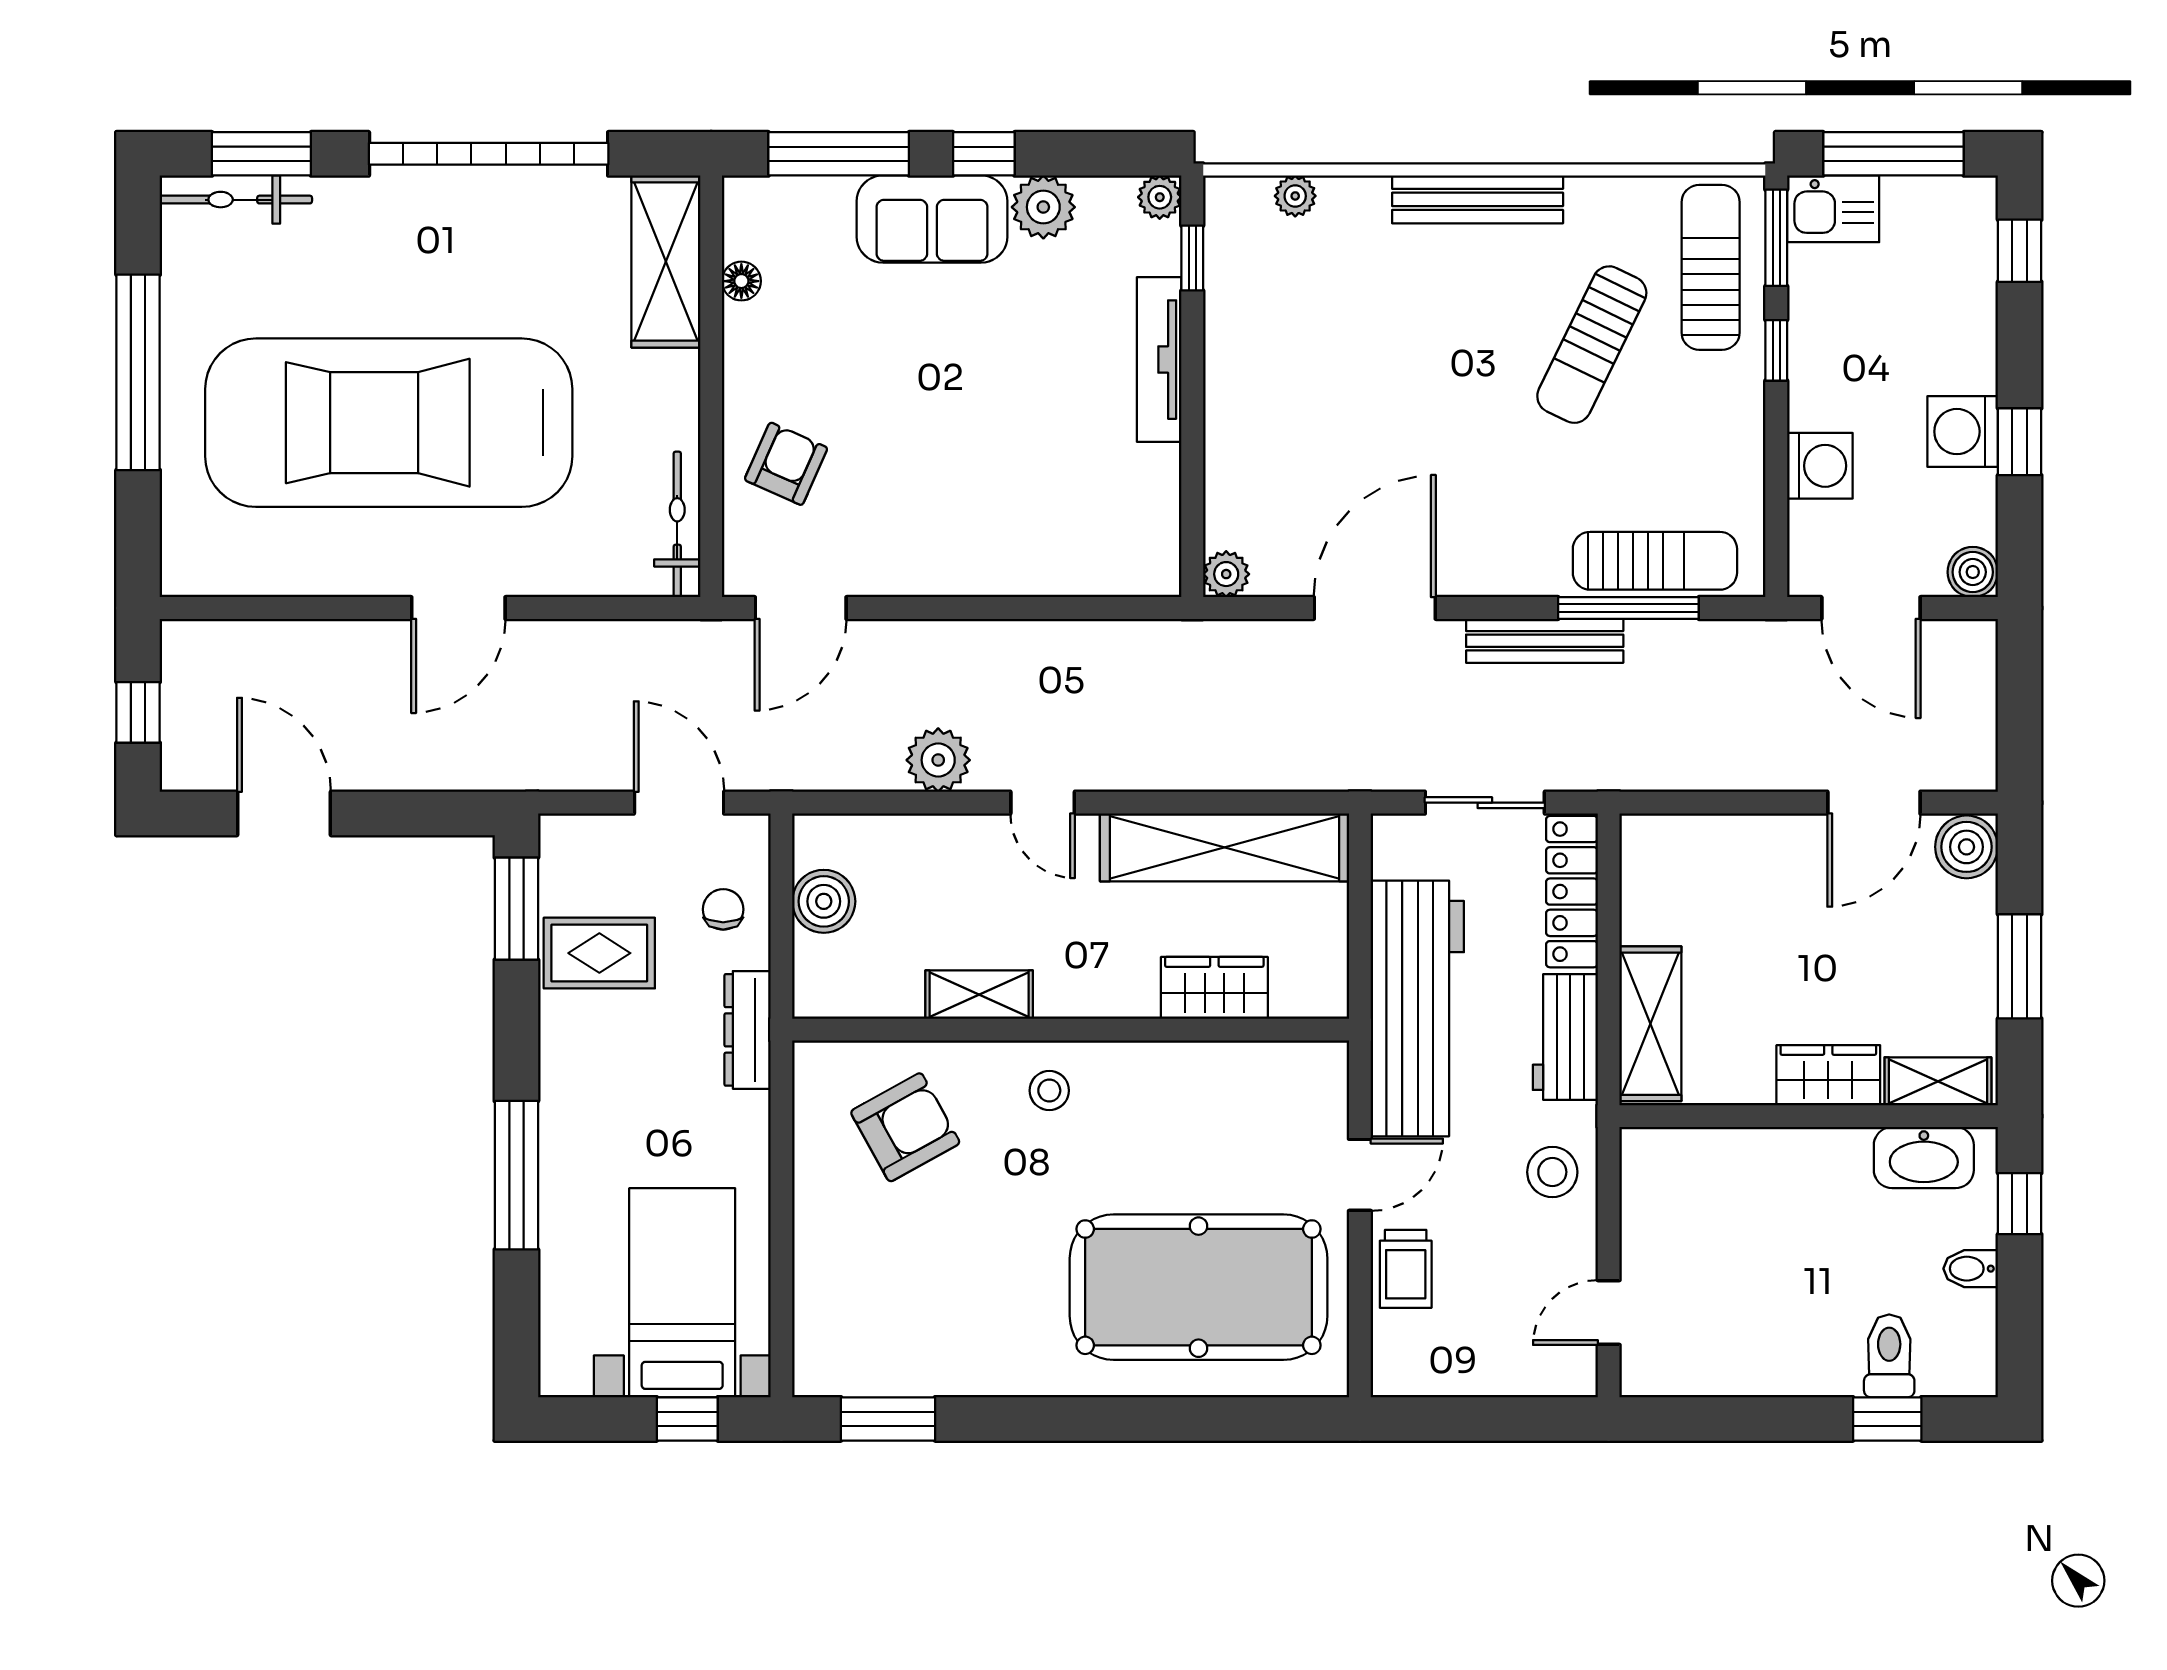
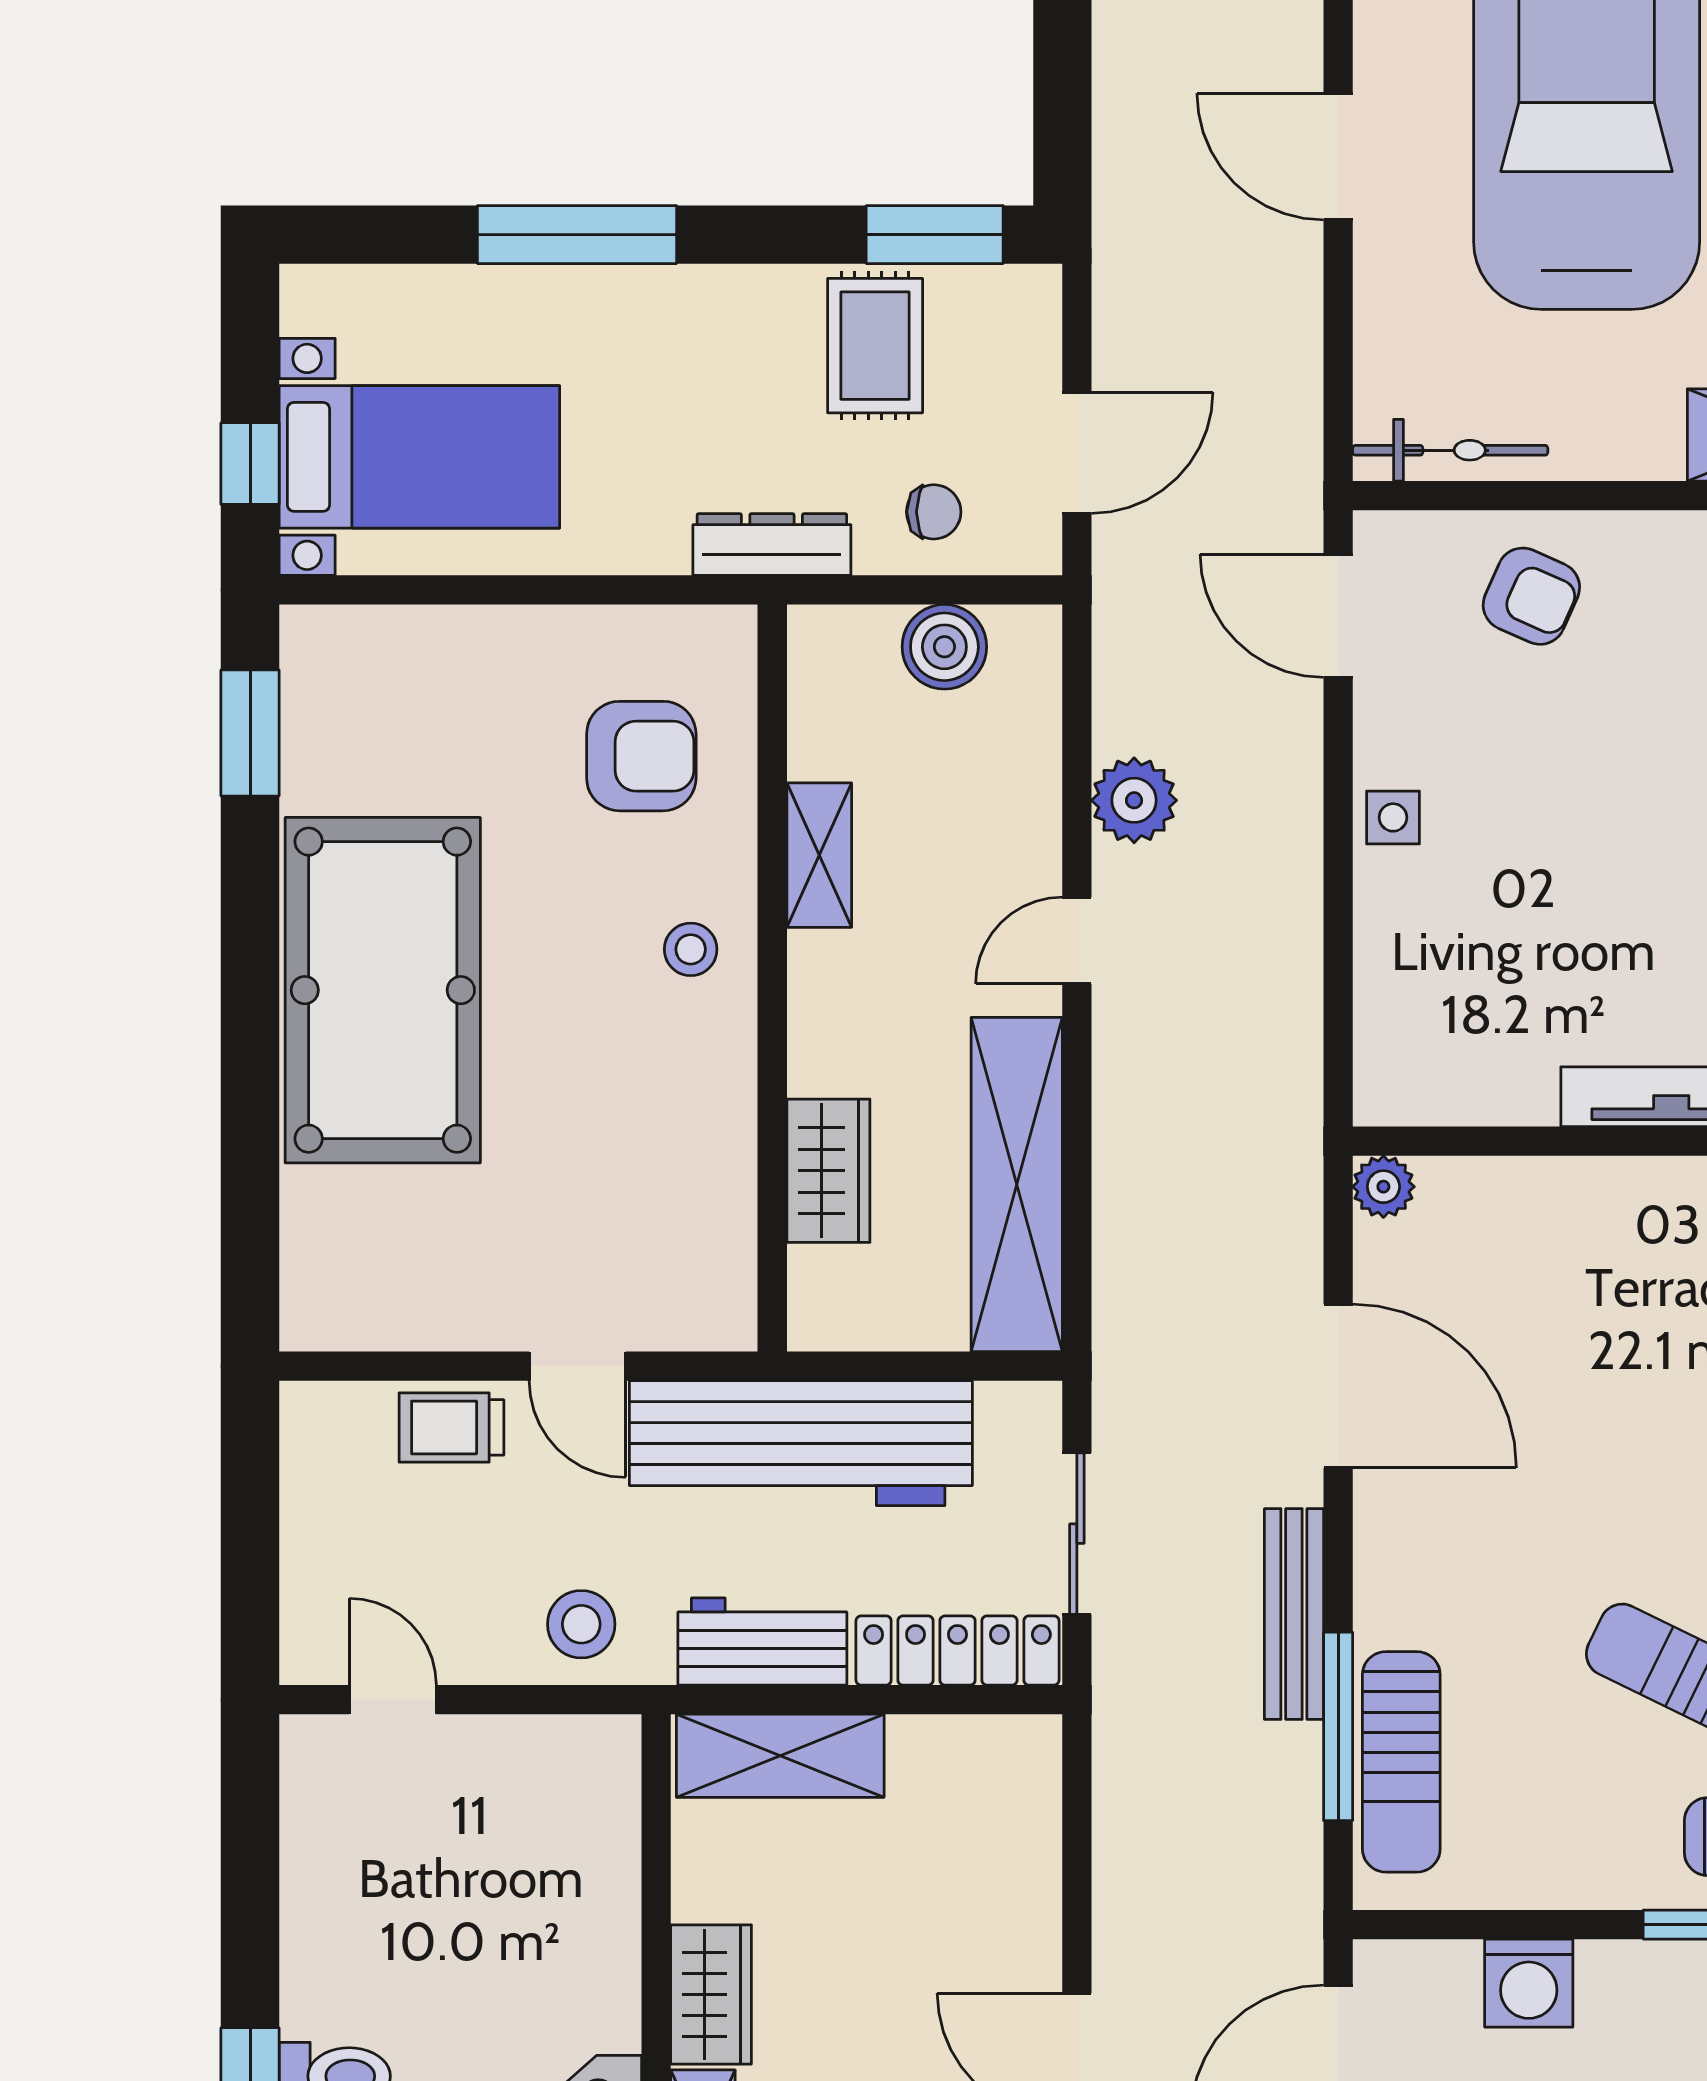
side table: (951, 567) -> (1393, 817), added
armchair: (905, 1127) -> (641, 756), turned -61
pool table: (1199, 1287) -> (383, 990), moved

